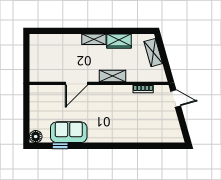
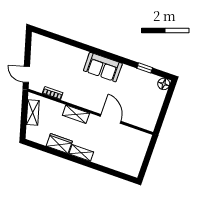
shelving: (153, 53) -> (33, 112), moved
door: (76, 83) -> (111, 119), hinge flipped
sofa: (69, 132) -> (103, 67), moved

